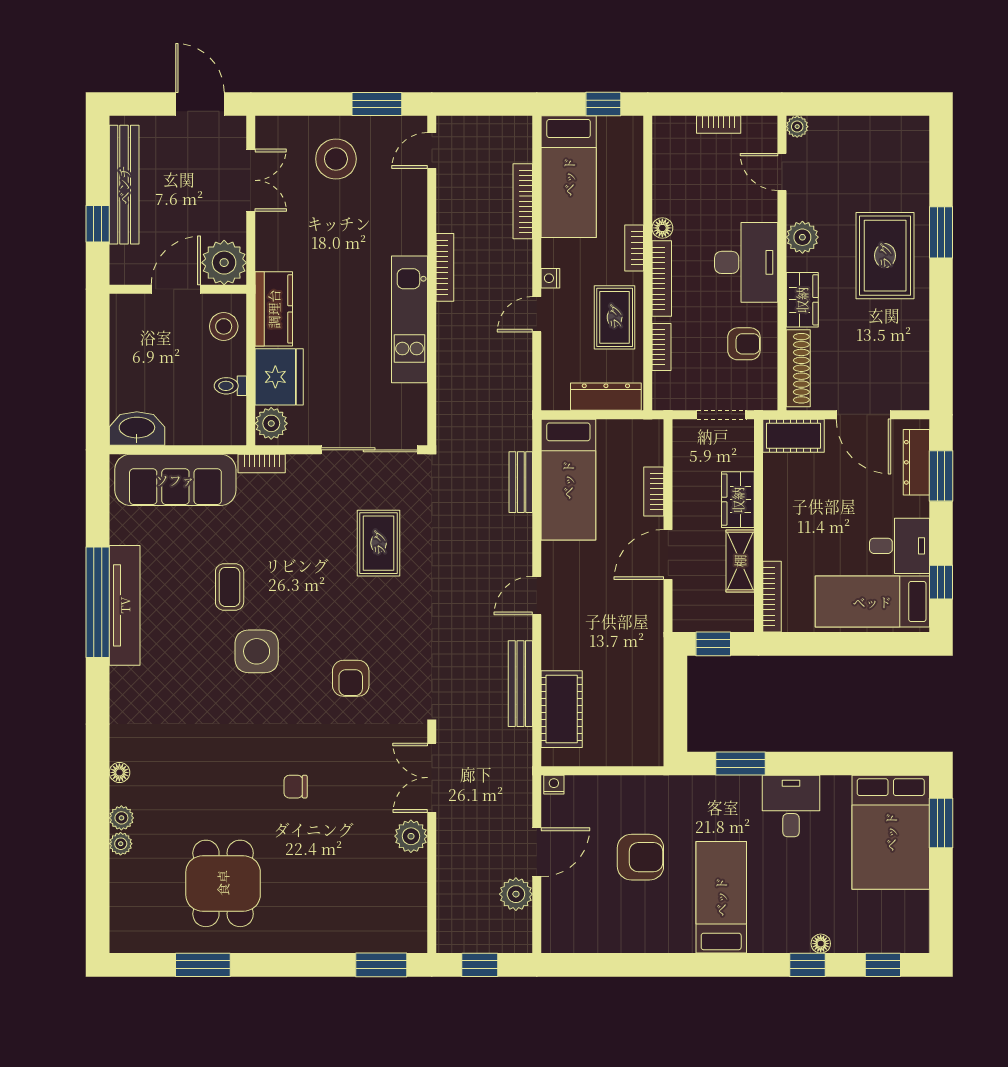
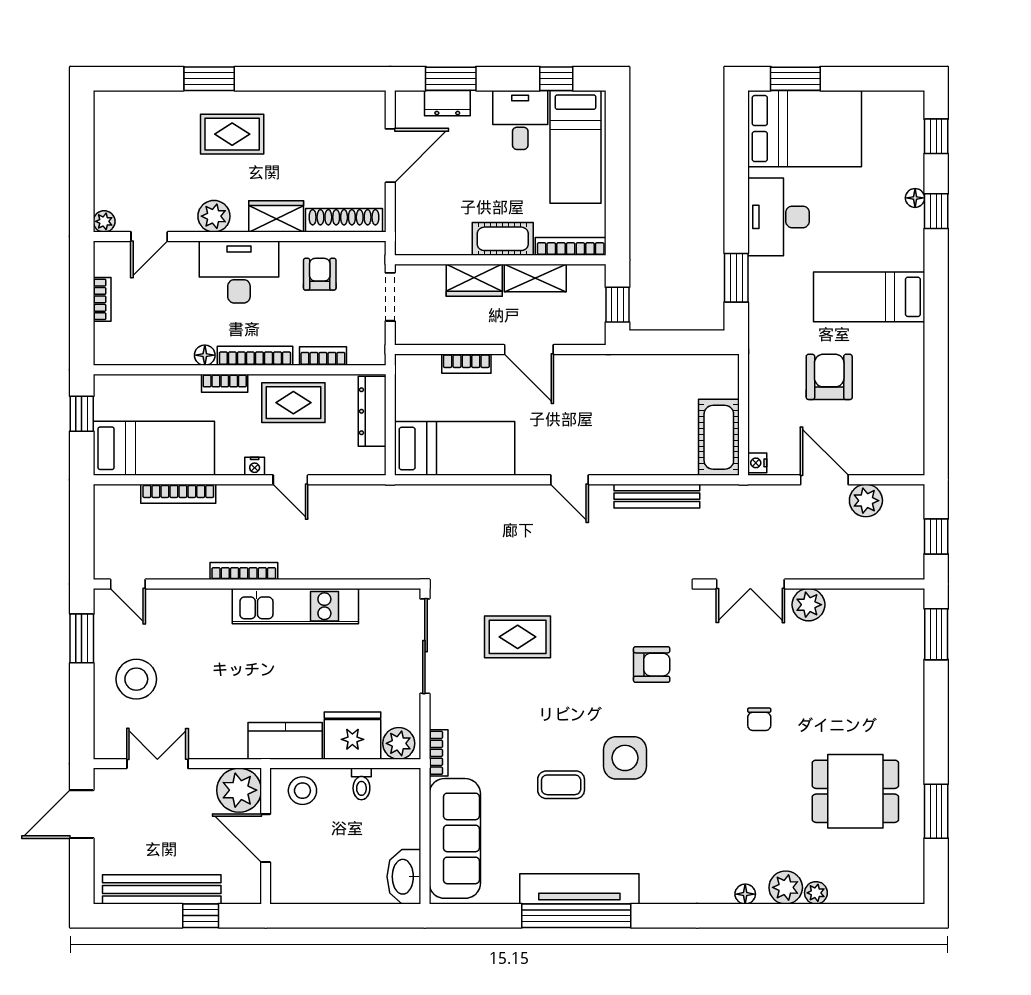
rug: (885, 256) -> (232, 134), width x0.73, depth x0.70
cot: (793, 436) -> (503, 239), moved, turned 90
dresser: (916, 462) -> (447, 103), width x0.70
bench: (521, 482) -> (457, 496), removed
cot: (562, 709) -> (719, 437), moved, turned 90
desk: (791, 806) -> (779, 217), width x1.37
plant: (121, 818) -> (786, 887), width x1.38, depth x1.38

